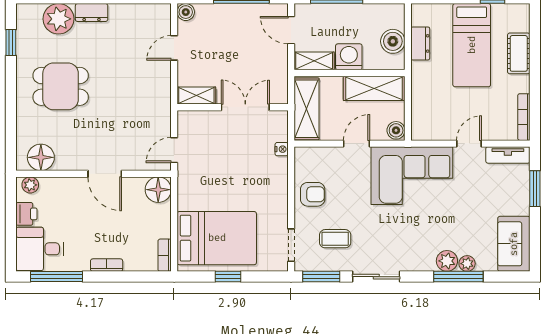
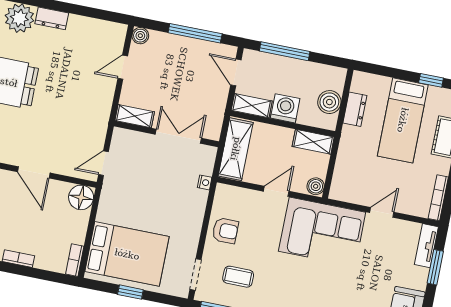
shelving: (374, 88) -> (313, 142), width x0.67, depth x0.75
tv unit: (508, 155) -> (426, 246), moved, turned 90

